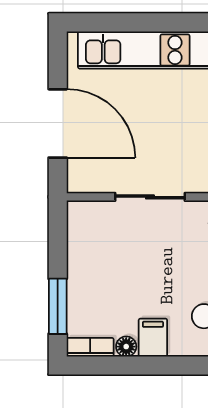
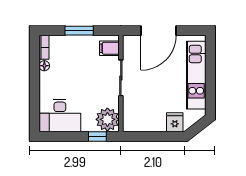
window: (58, 306) -> (79, 31), moved
filing cabinet: (153, 338) -> (109, 48), moved, turned 180

